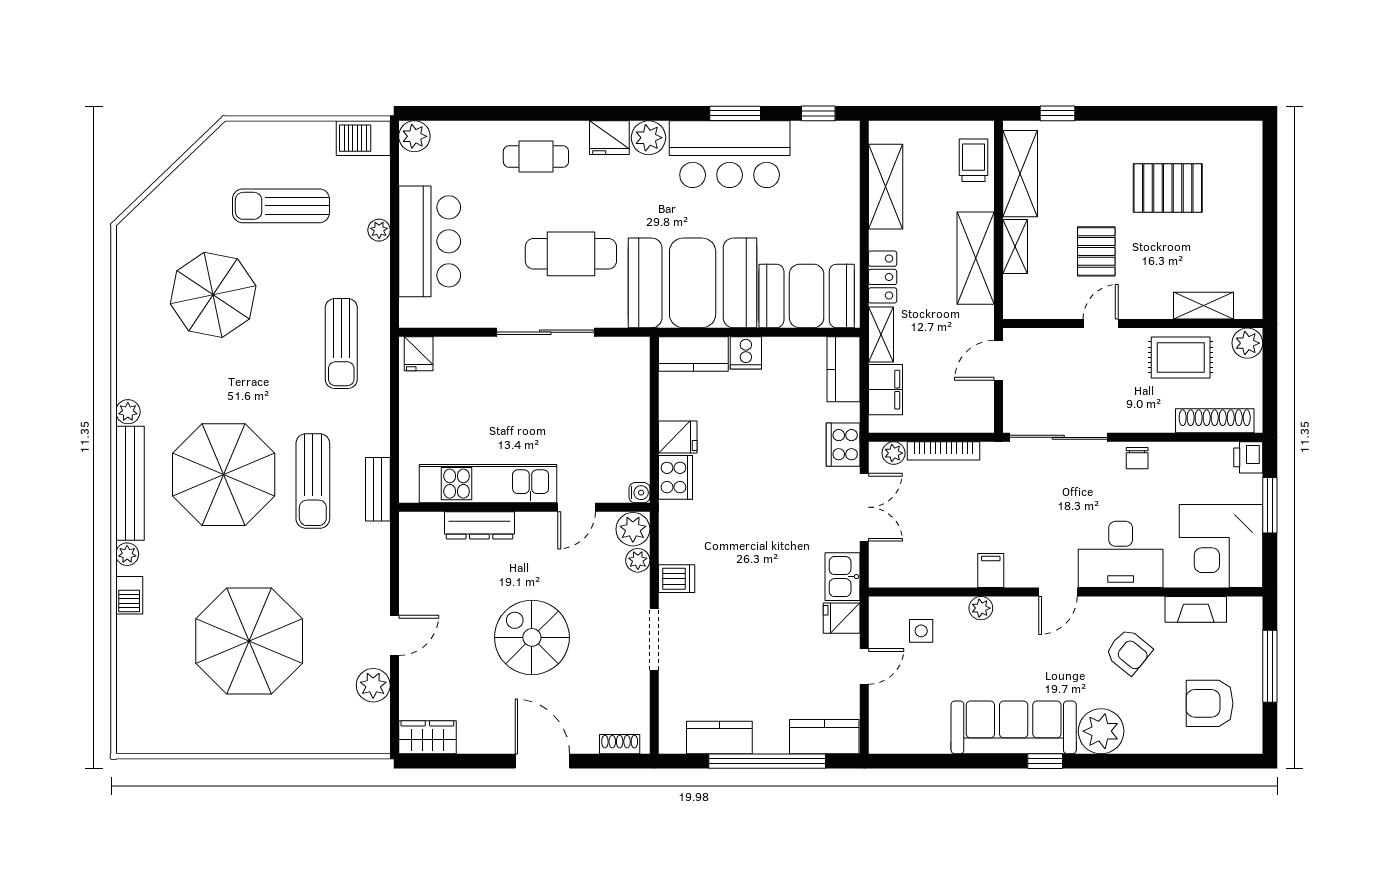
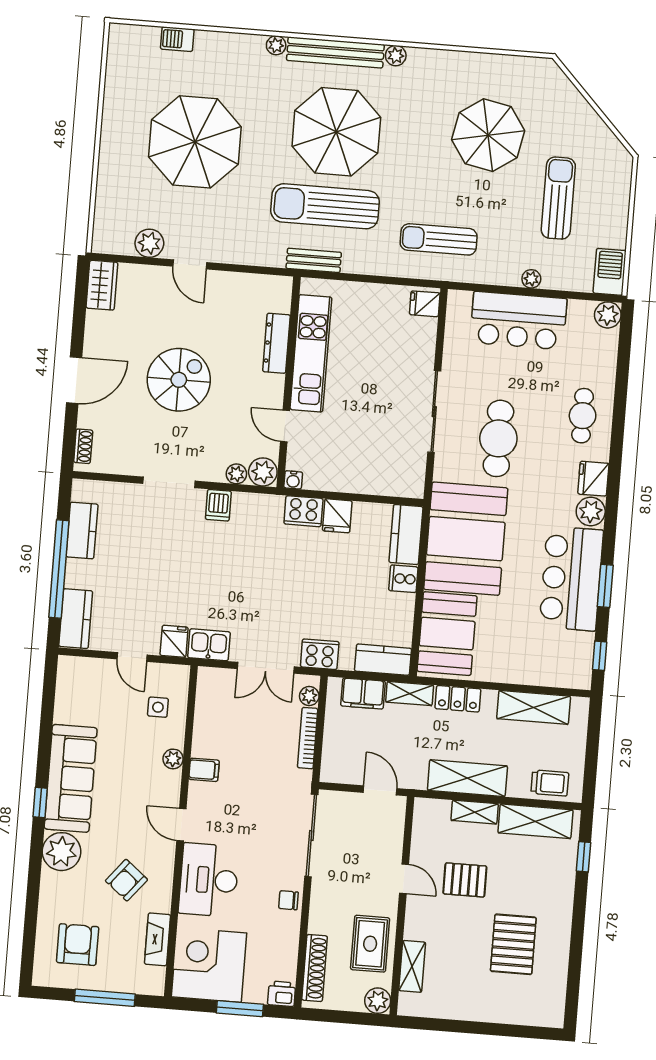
sun lounger: (313, 481) -> (325, 206), width x1.36, depth x1.34
barbecue: (129, 595) -> (177, 39), moved

